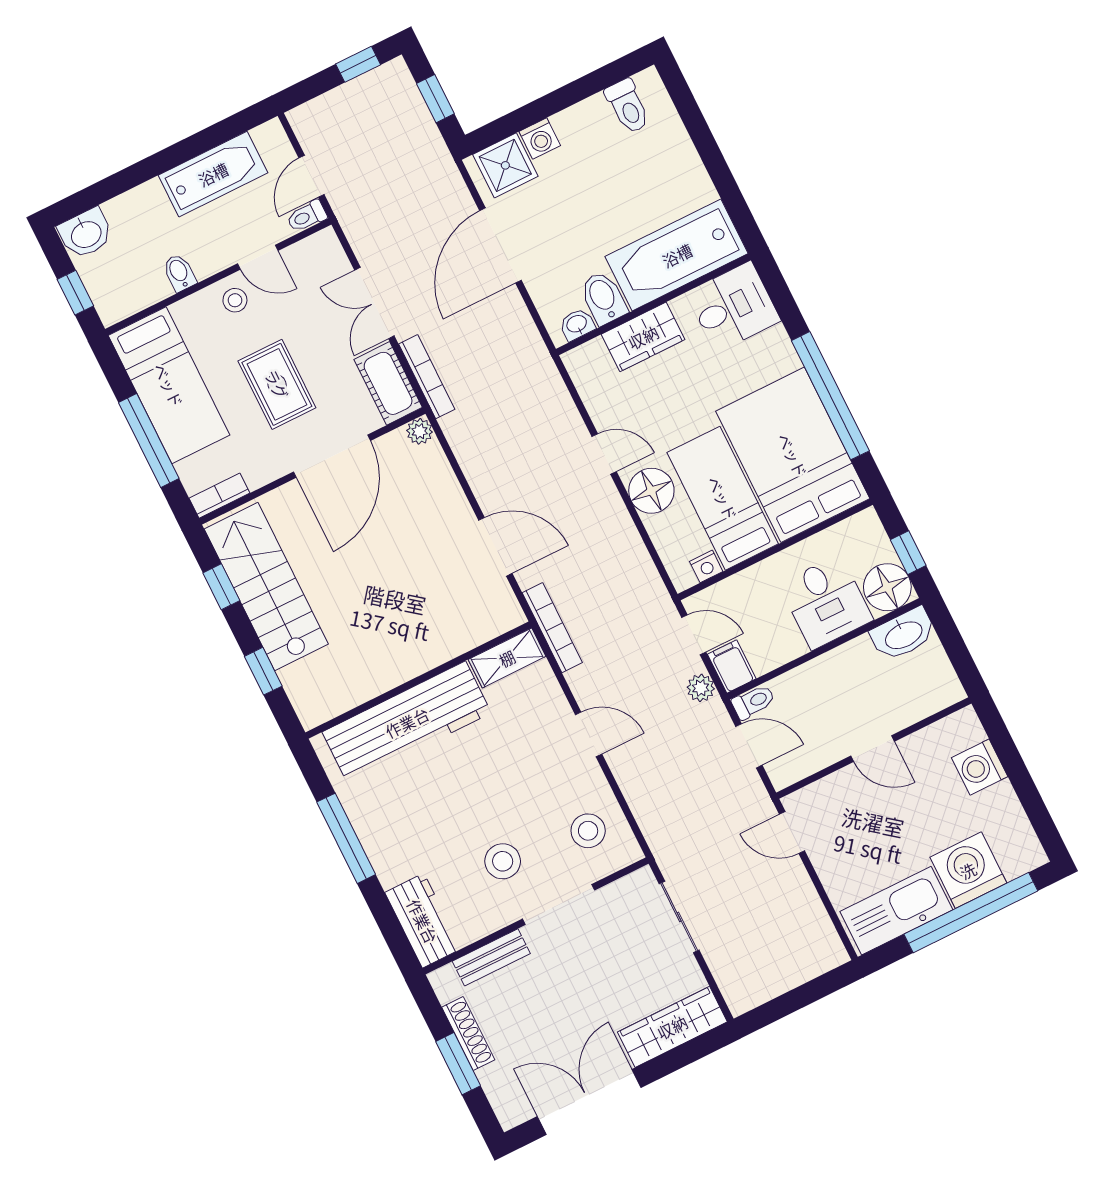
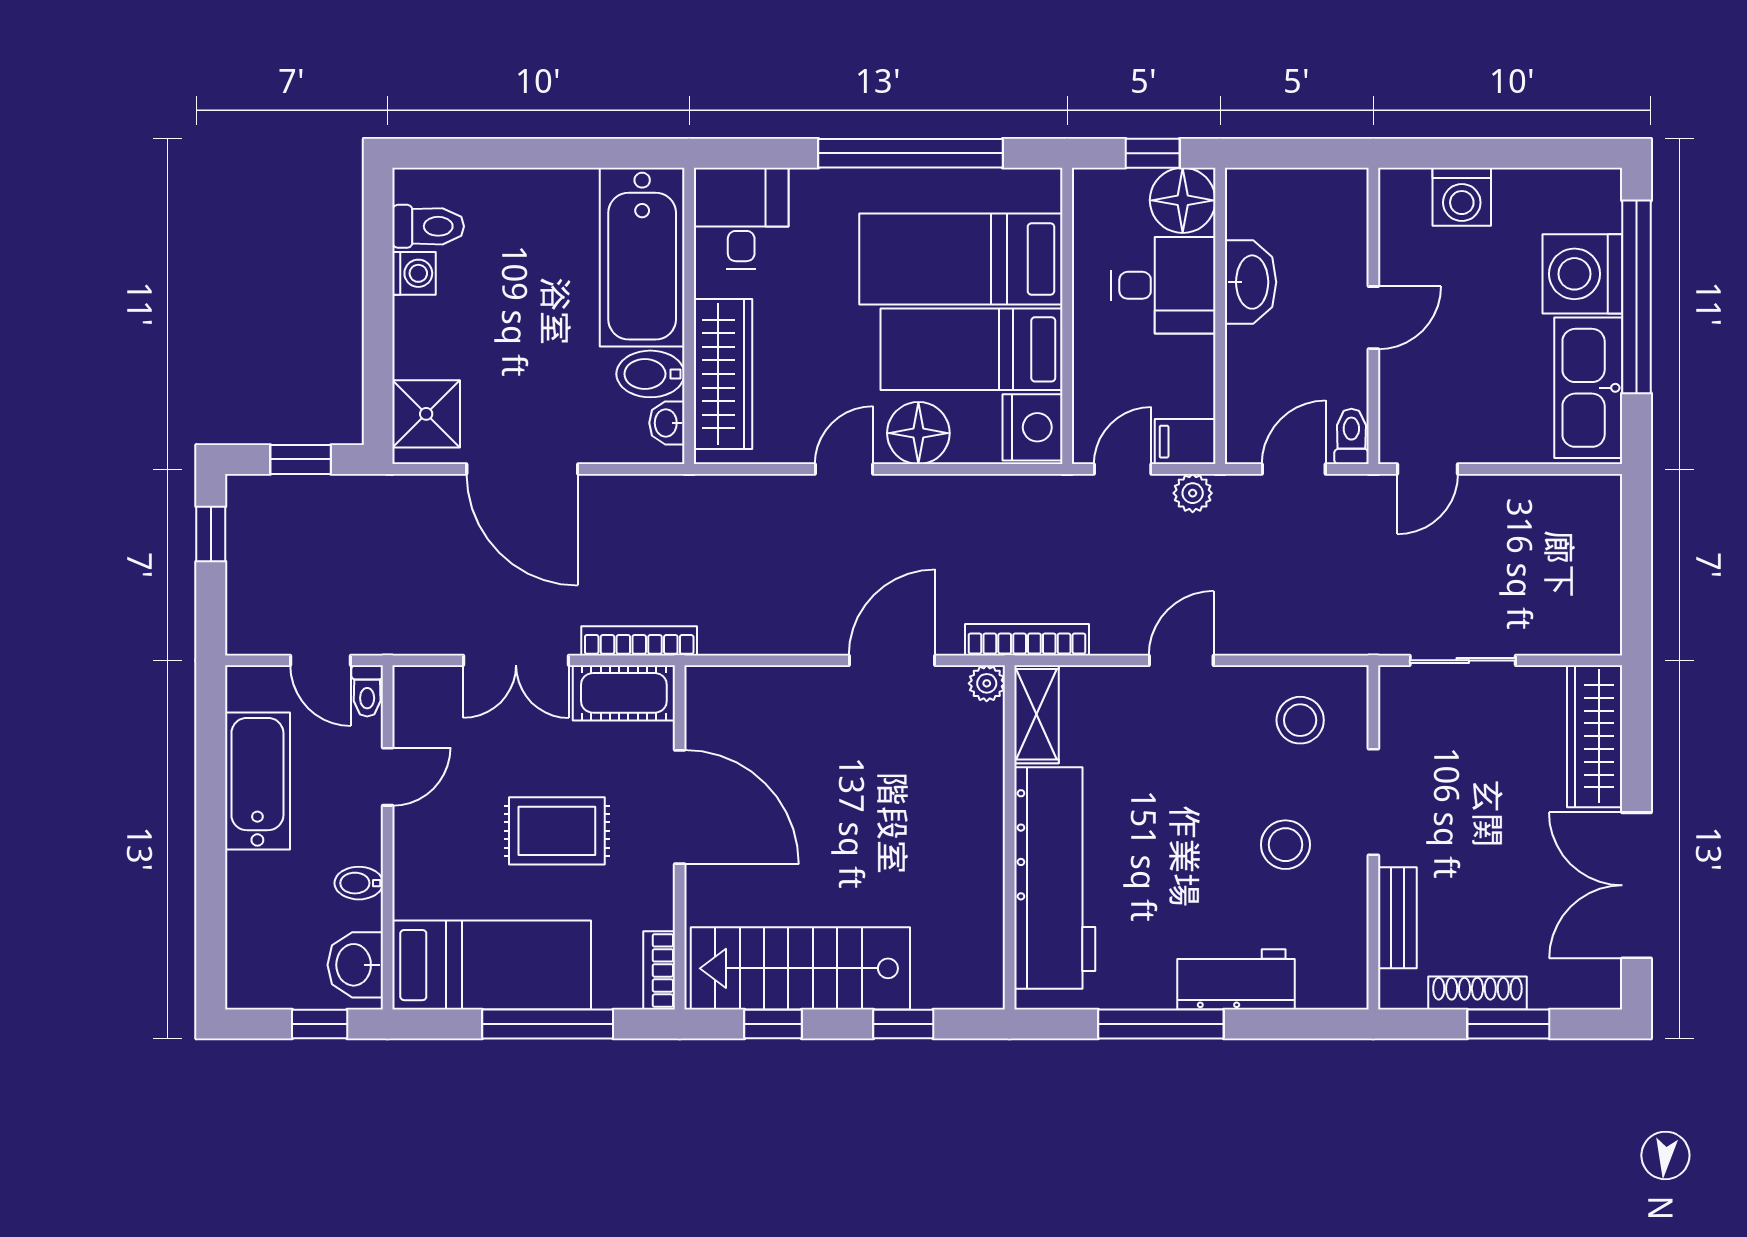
washing machine: (540, 138) -> (414, 273), moved
washbasin: (86, 233) -> (355, 965), moved, turned 180
stool: (235, 300) -> (427, 831), removed
wardrobe: (643, 337) -> (723, 374), width x1.50
plant: (420, 431) -> (987, 683), moved
bed: (793, 455) -> (961, 259), width x0.67
nightstand: (706, 566) -> (1032, 427), width x1.89, depth x1.79
washbasin: (903, 634) -> (1251, 282), moved
toilet: (753, 702) -> (1351, 436), moved
workbench: (423, 921) -> (1236, 979), moved

